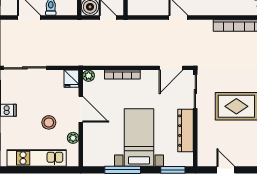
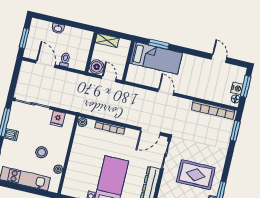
fridge: (71, 79) -> (58, 119), moved
door: (81, 109) -> (70, 148), removed

